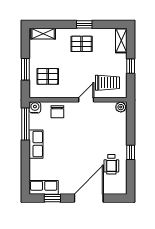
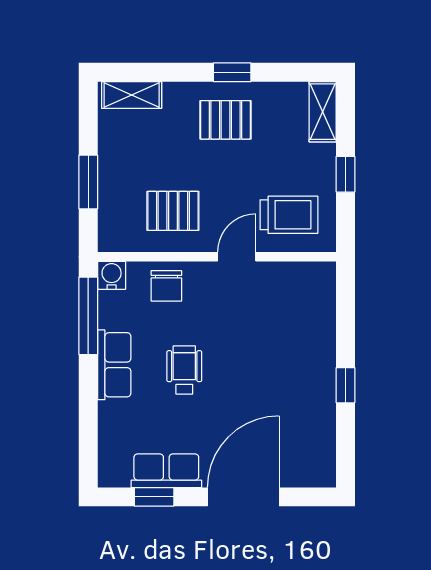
pallet: (48, 76) -> (173, 211), moved
plant: (121, 107) -> (321, 274), removed
wheelchair: (111, 164) -> (184, 370), moved, turned 180
row of seats: (44, 187) -> (166, 471), moved

